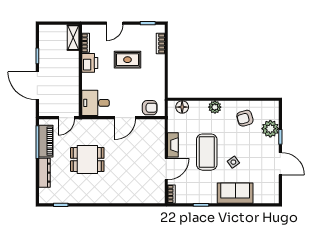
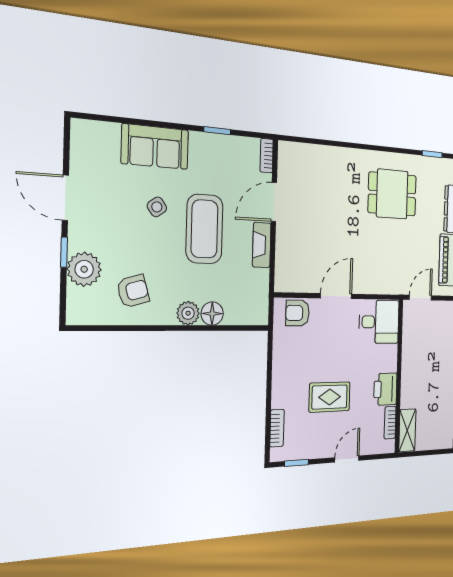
floor lamp: (182, 107) -> (212, 314), moved
dining table: (87, 160) -> (392, 194), moved

